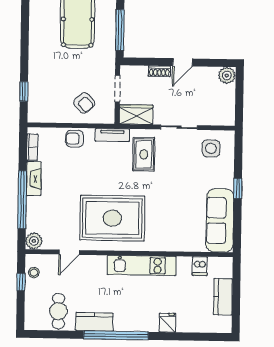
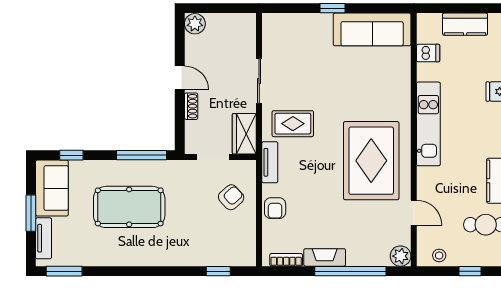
side table: (211, 148) -> (284, 42), removed
window: (21, 282) -> (470, 271), moved

